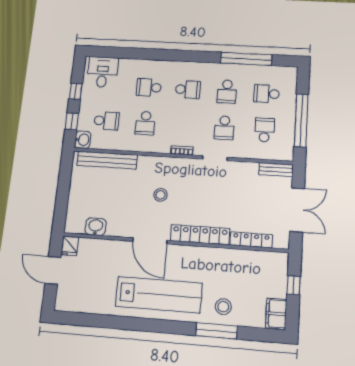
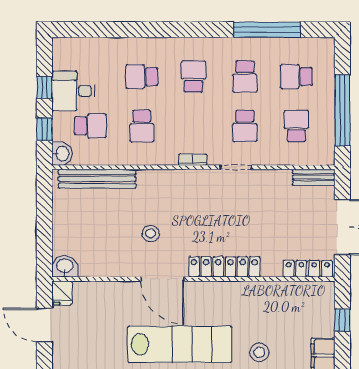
desk: (103, 72) -> (73, 91), moved, turned -90
school desk: (188, 89) -> (193, 77), turned -90
stool: (161, 195) -> (151, 234), moved
washbasin: (96, 227) -> (65, 266), moved
locker: (251, 240) -> (308, 269), moved

